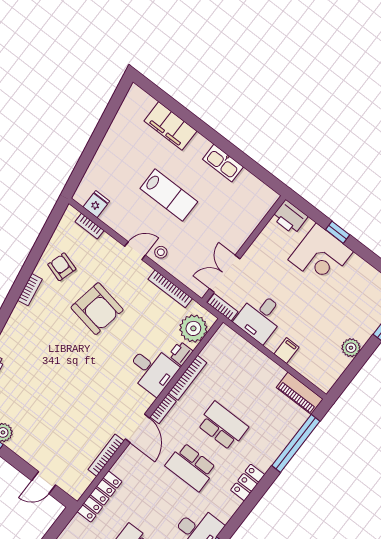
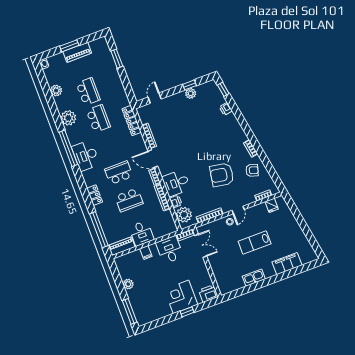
desk: (261, 375) -> (141, 233), added

